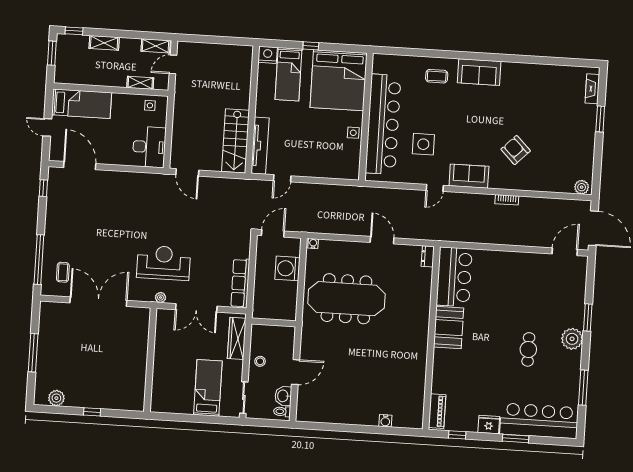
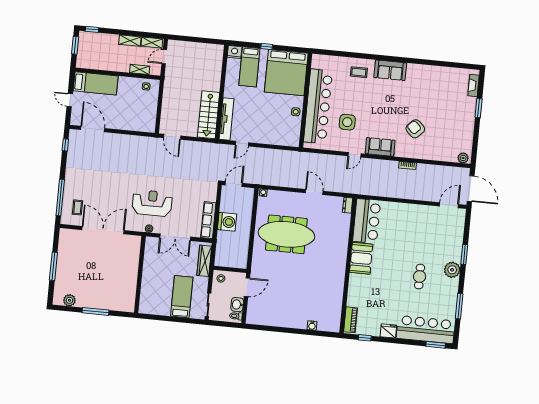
shelving: (104, 43) -> (130, 41), moved
desk: (149, 147) -> (145, 117), removed
washing machine: (287, 268) -> (227, 222), moved, turned 180
wall: (274, 322) -> (230, 269), moved
window: (92, 412) -> (96, 311), width x2.17
window: (516, 439) -> (436, 345), moved

